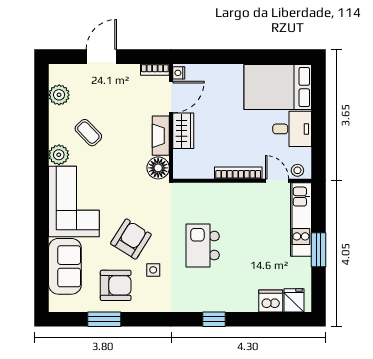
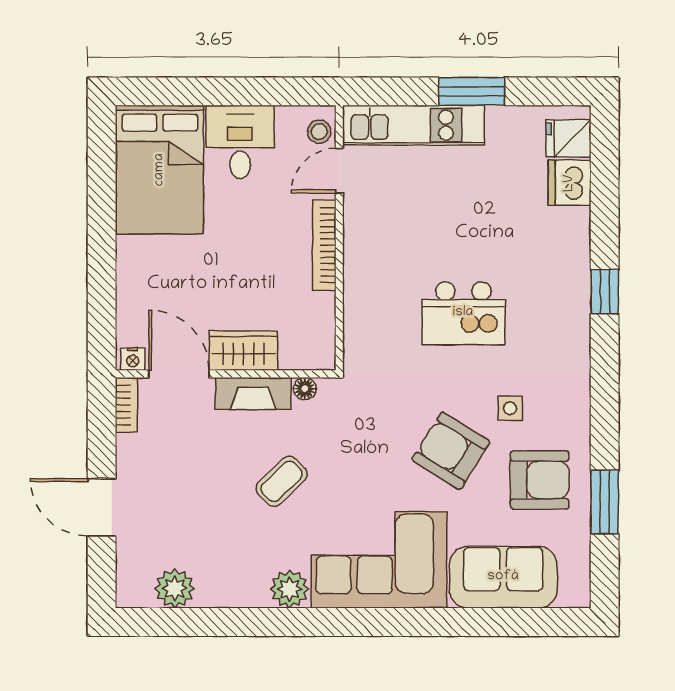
coffee table: (88, 133) -> (282, 481), moved
floor lamp: (158, 168) -> (305, 389), width x0.53, depth x0.53
armchair: (116, 285) -> (540, 480), turned 90

